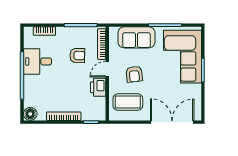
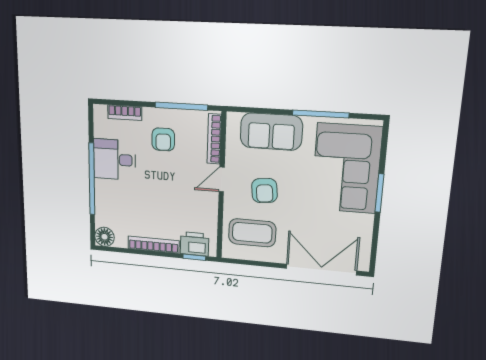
armchair: (77, 55) -> (163, 139), moved, turned 89
printer: (98, 87) -> (195, 244), moved, turned 90

